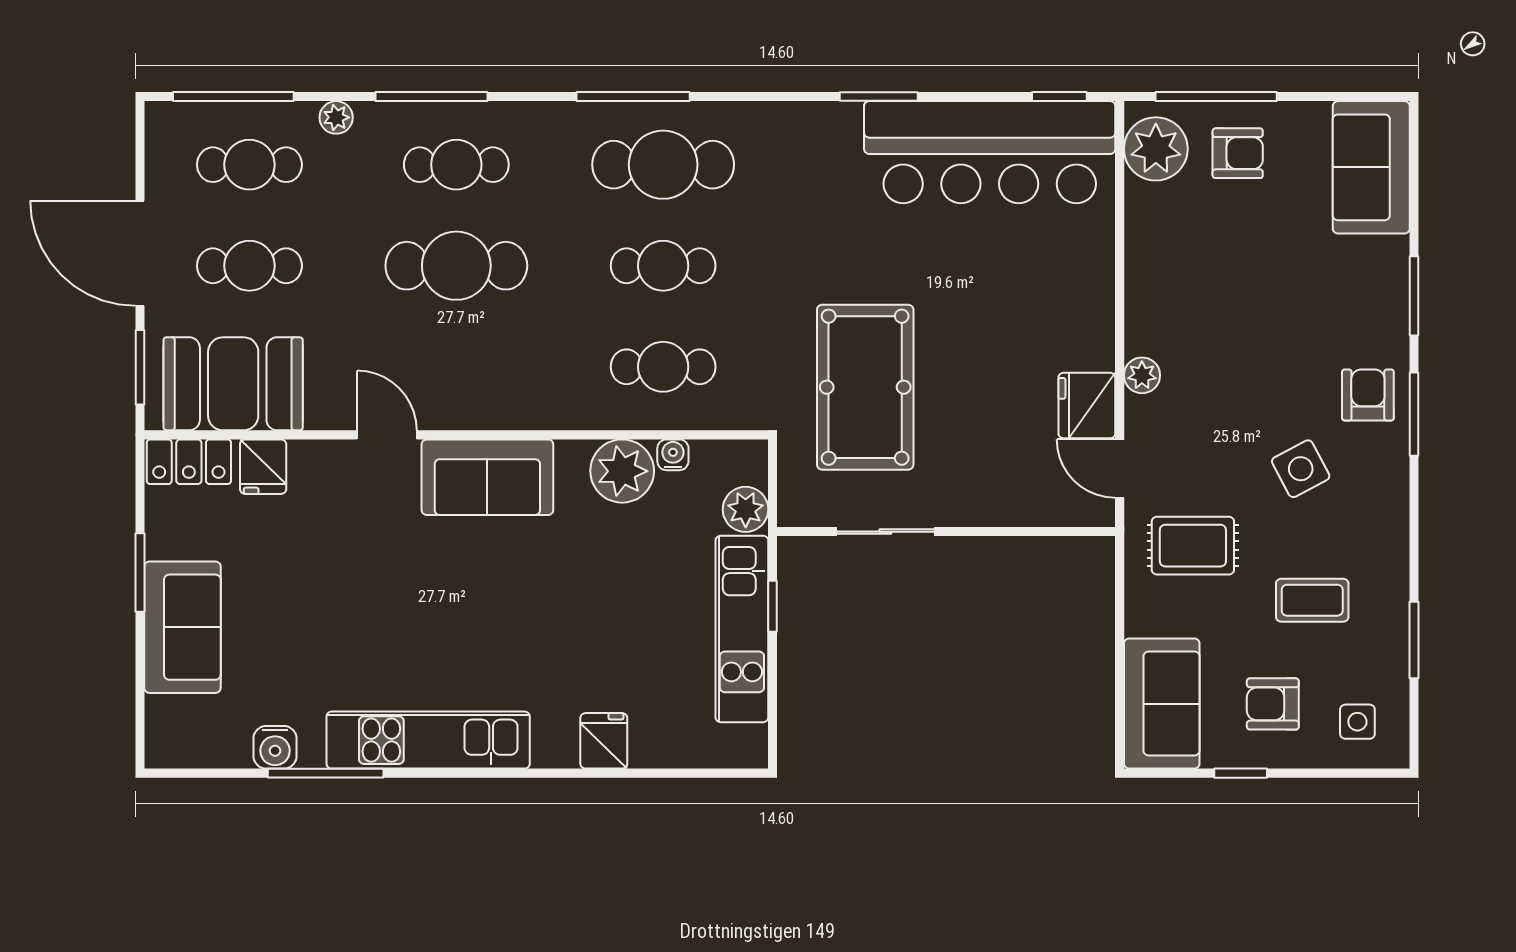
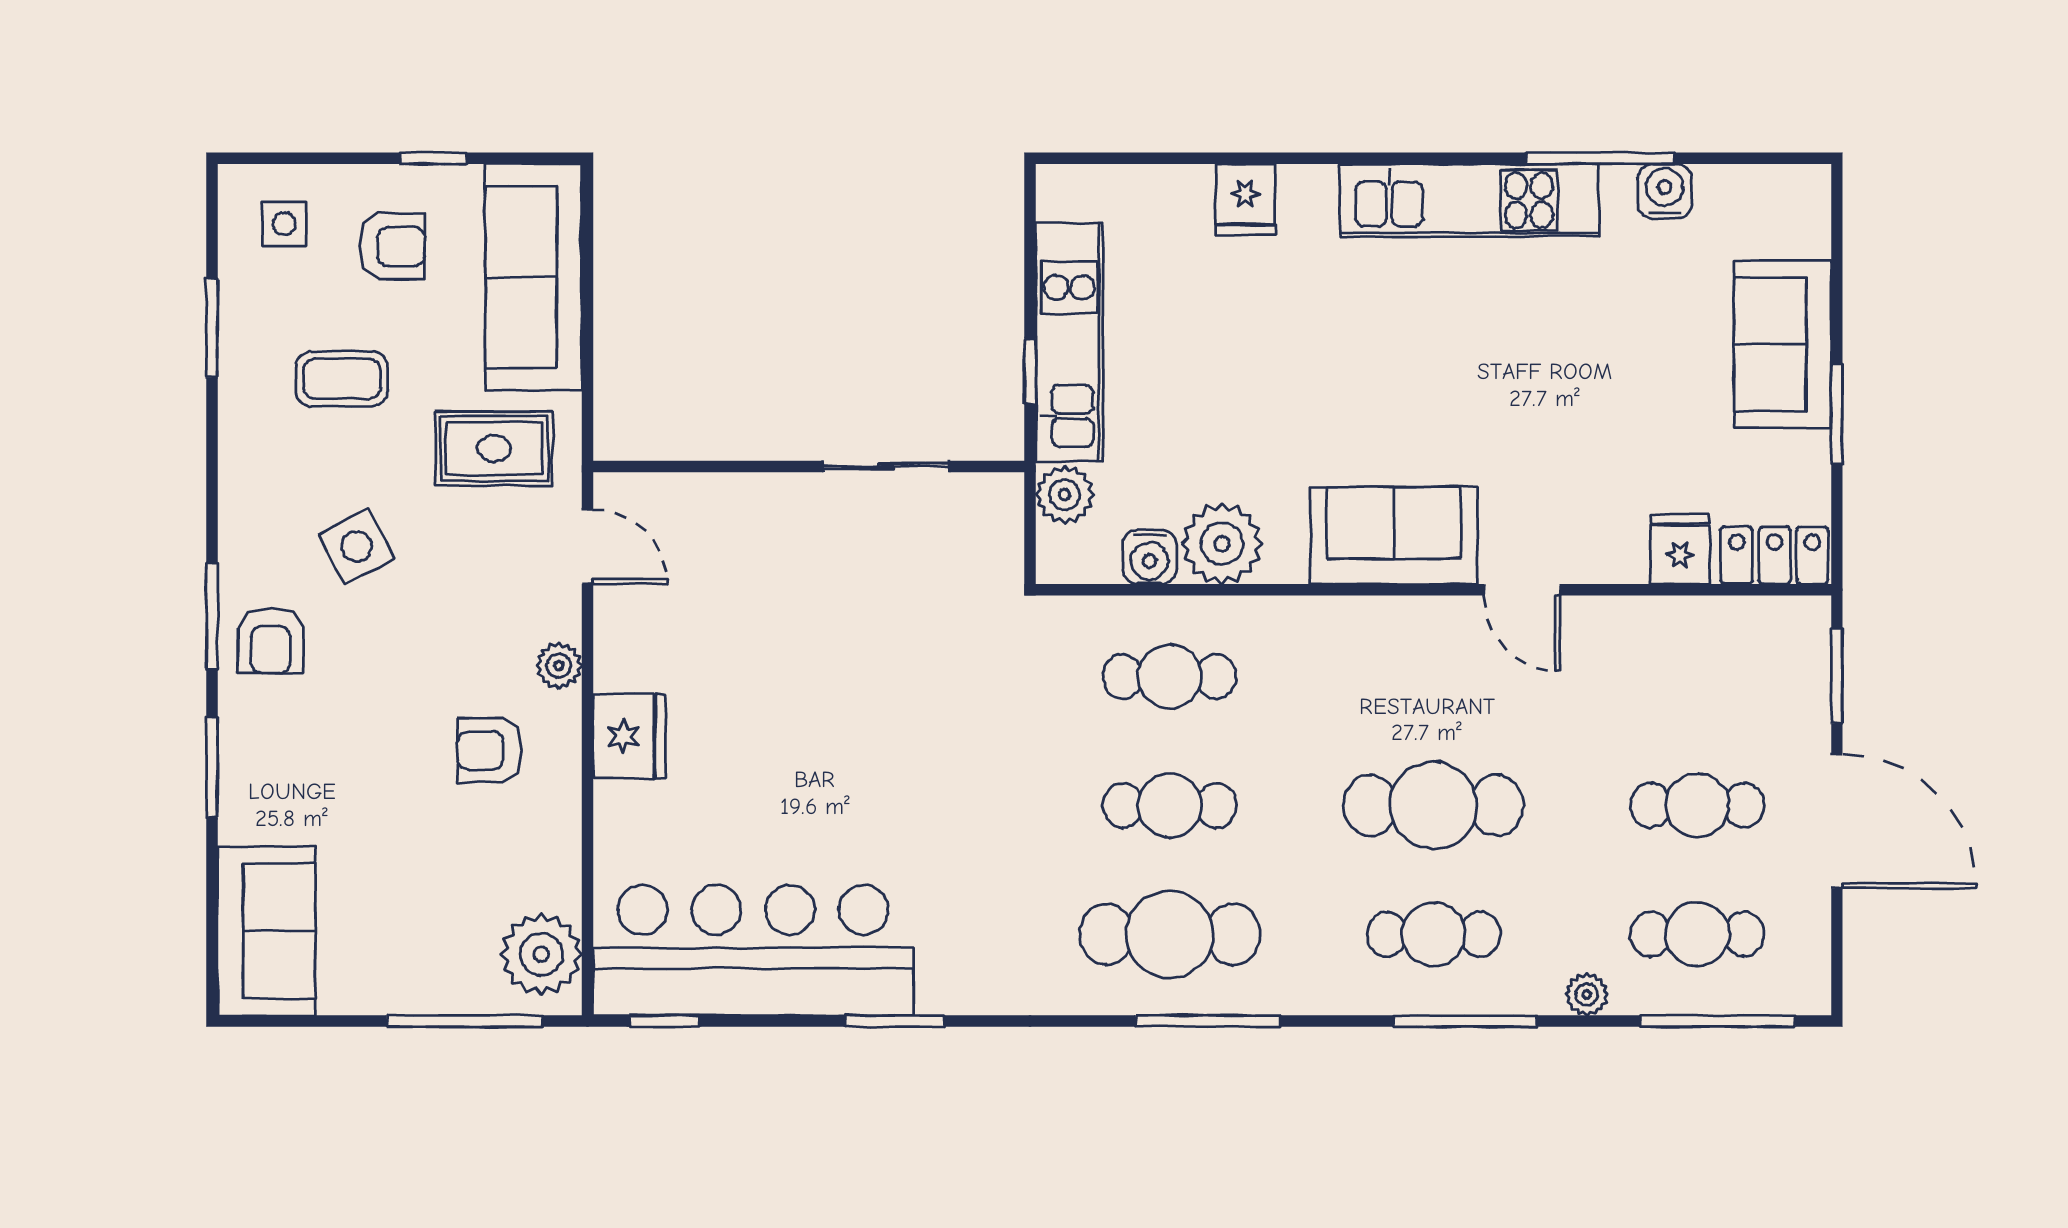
armchair: (1238, 153) -> (490, 751), moved
booth: (233, 384) -> (1718, 655), removed
pool table: (865, 387) -> (912, 650), removed
fridge: (1087, 406) -> (629, 736), moved
water cooler: (673, 455) -> (1150, 557), width x1.38, depth x1.38
sofa: (1162, 704) -> (534, 277), width x1.36

